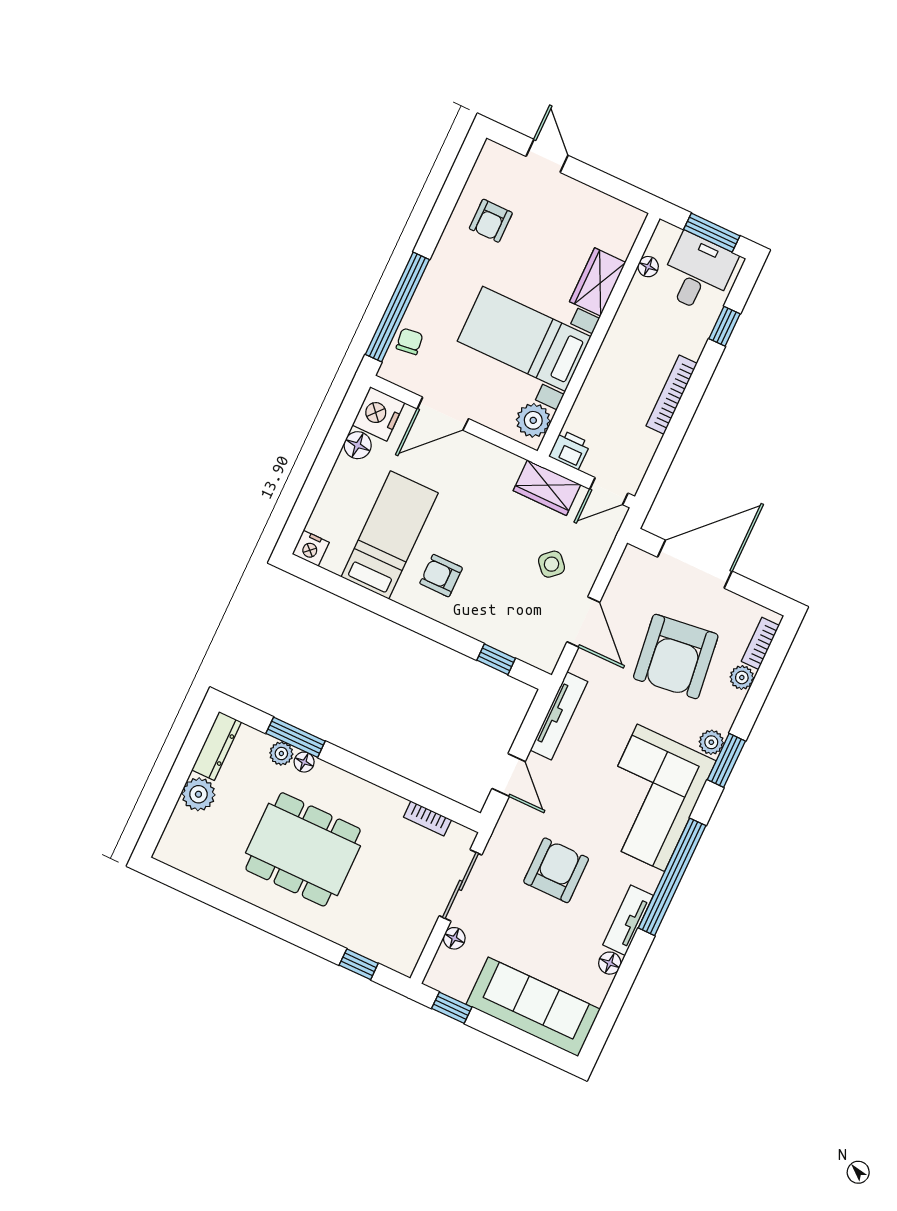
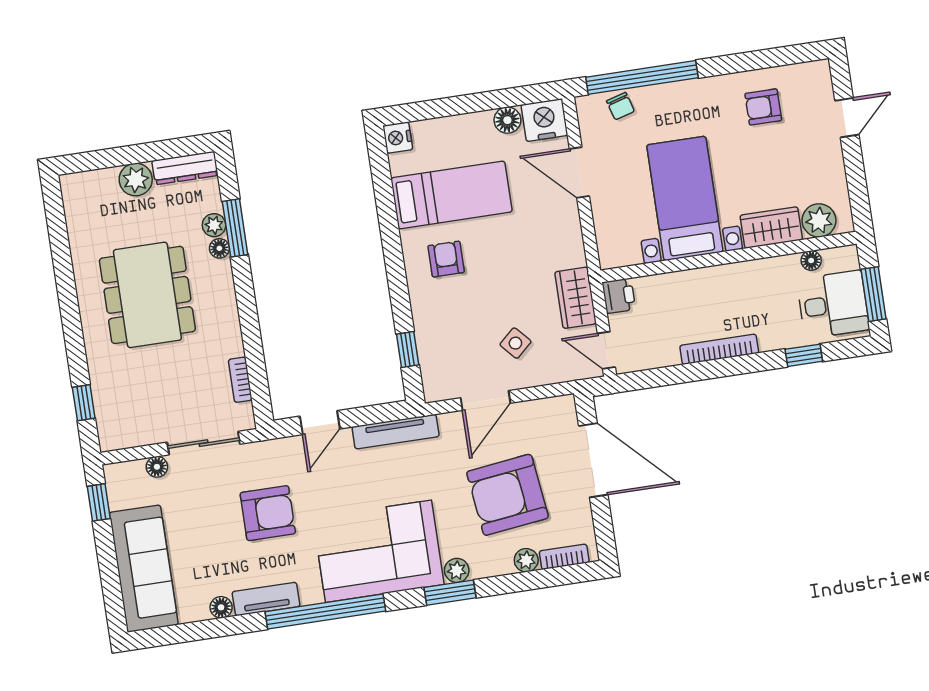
chair: (410, 341) -> (620, 106), turned 81
plant: (533, 420) -> (819, 220), moved

